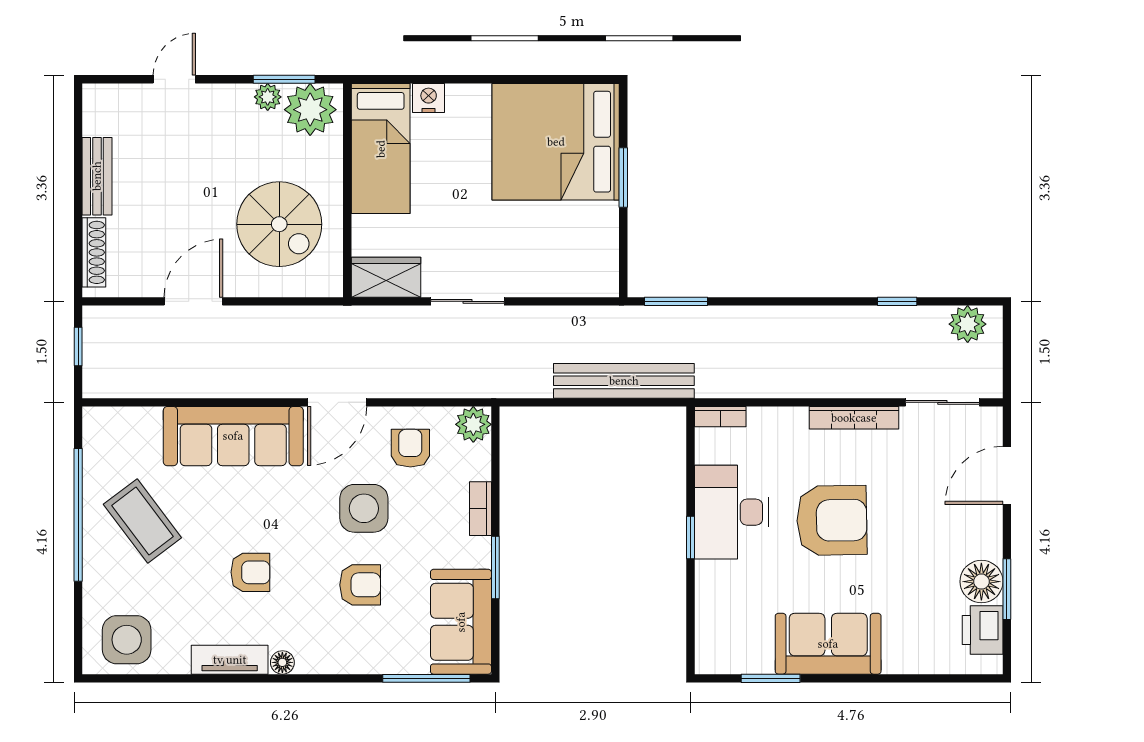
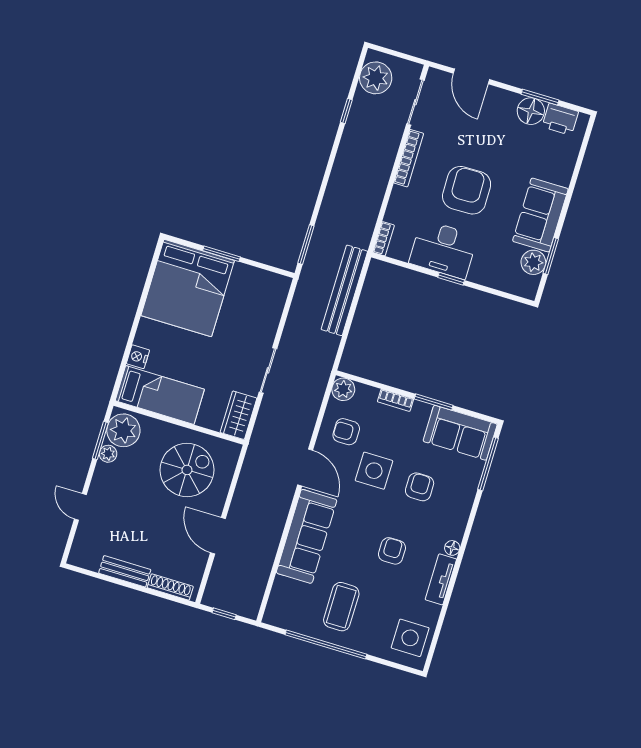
plant: (968, 324) -> (376, 78), width x1.36, depth x1.36
coffee table: (142, 521) -> (341, 607), turned -53
plant: (753, 655) -> (533, 262), added

